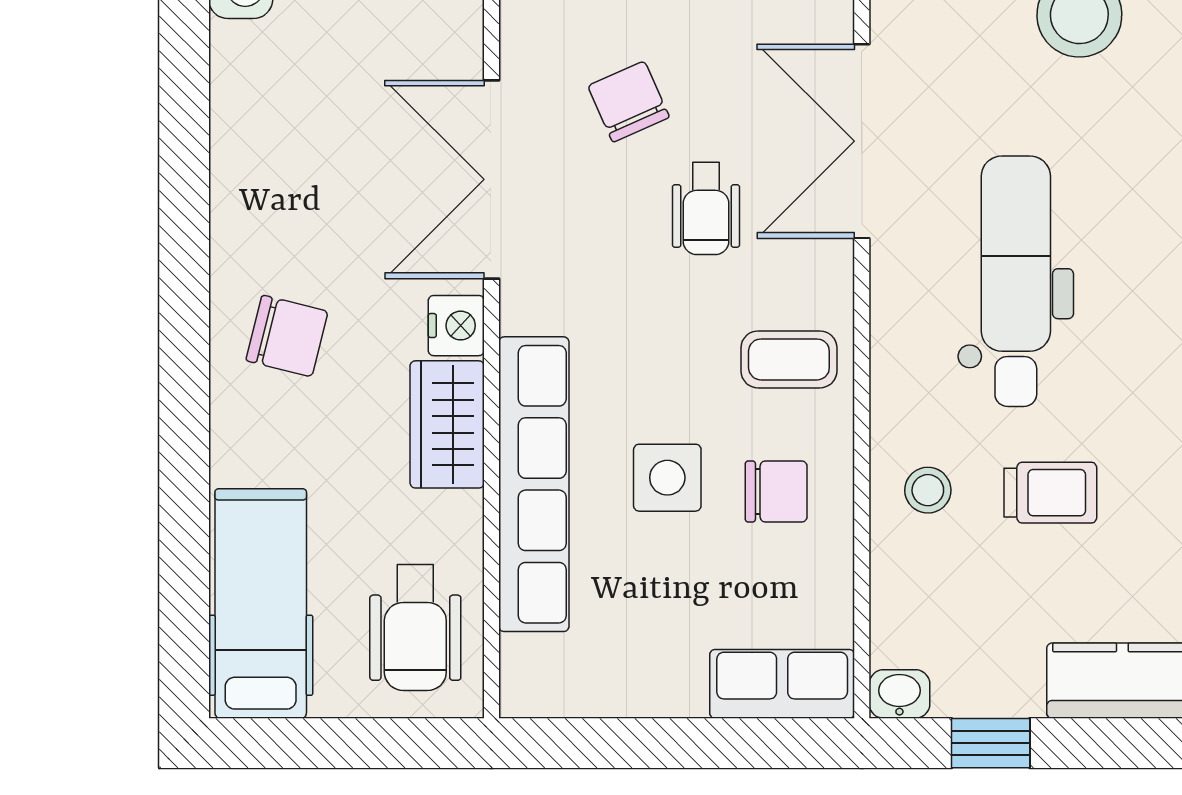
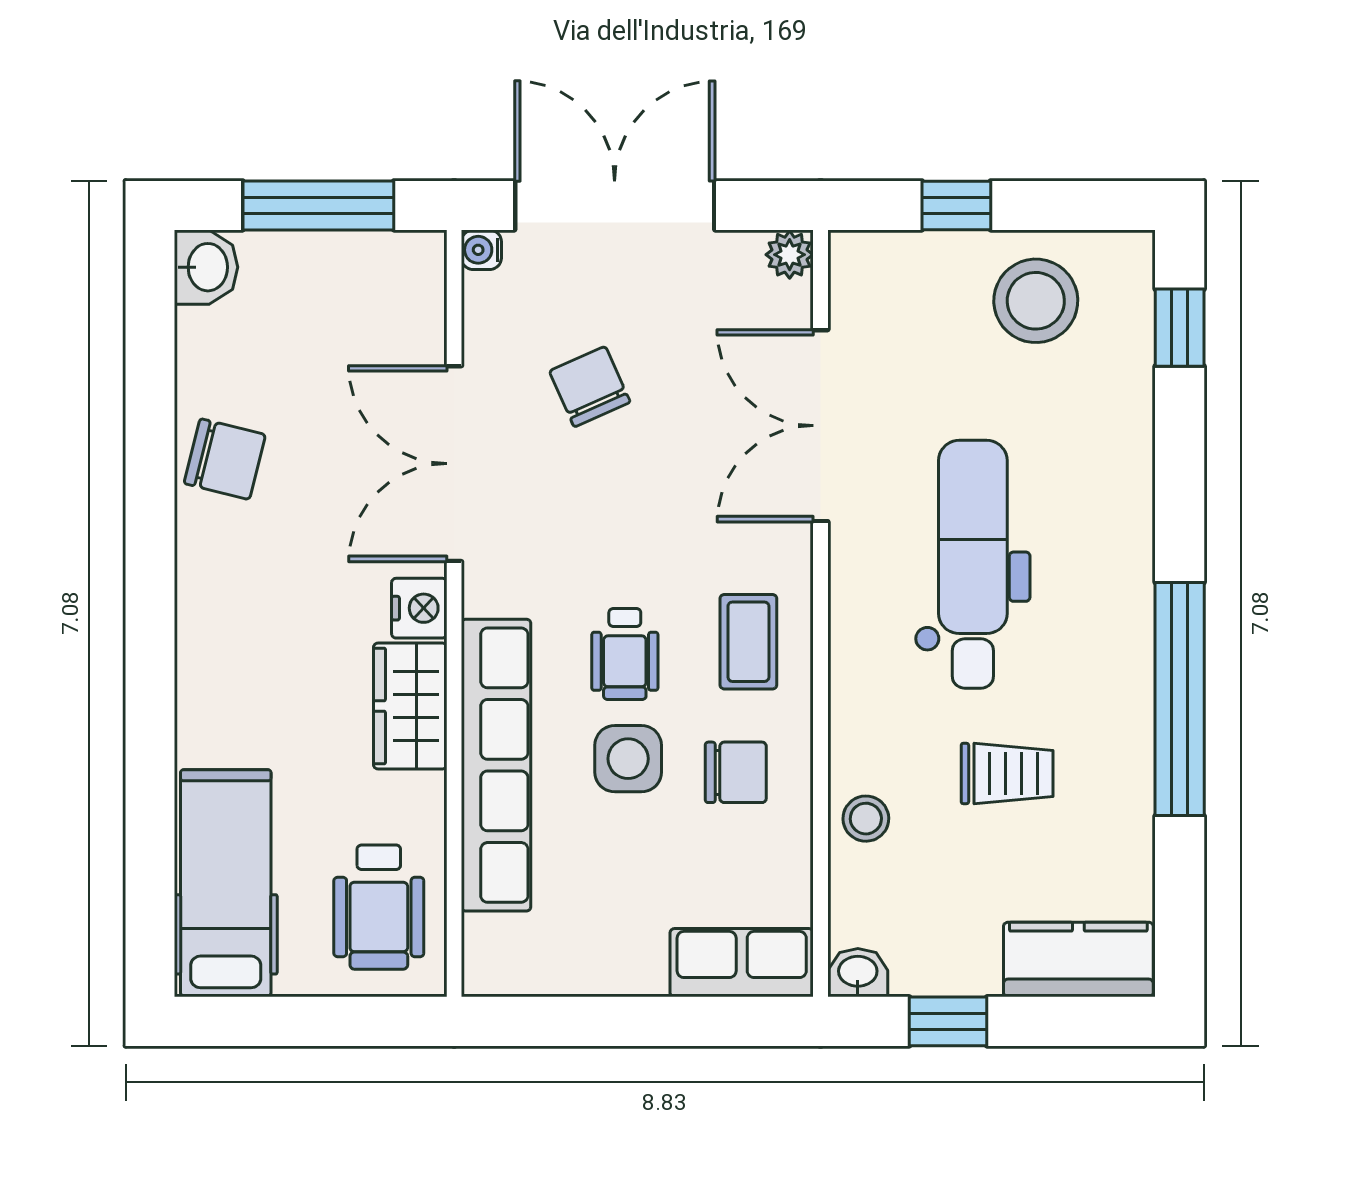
wheelchair: (706, 209) -> (625, 654), moved
chair: (287, 336) -> (225, 459), moved
coffee table: (789, 359) -> (748, 642), turned 90
stool: (928, 490) -> (866, 819), moved

